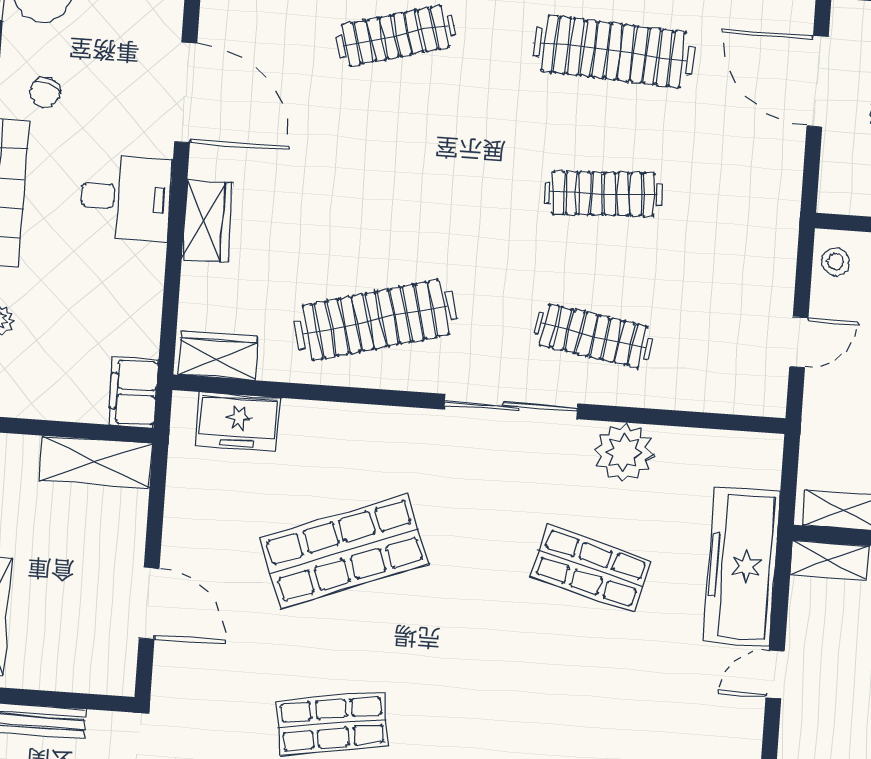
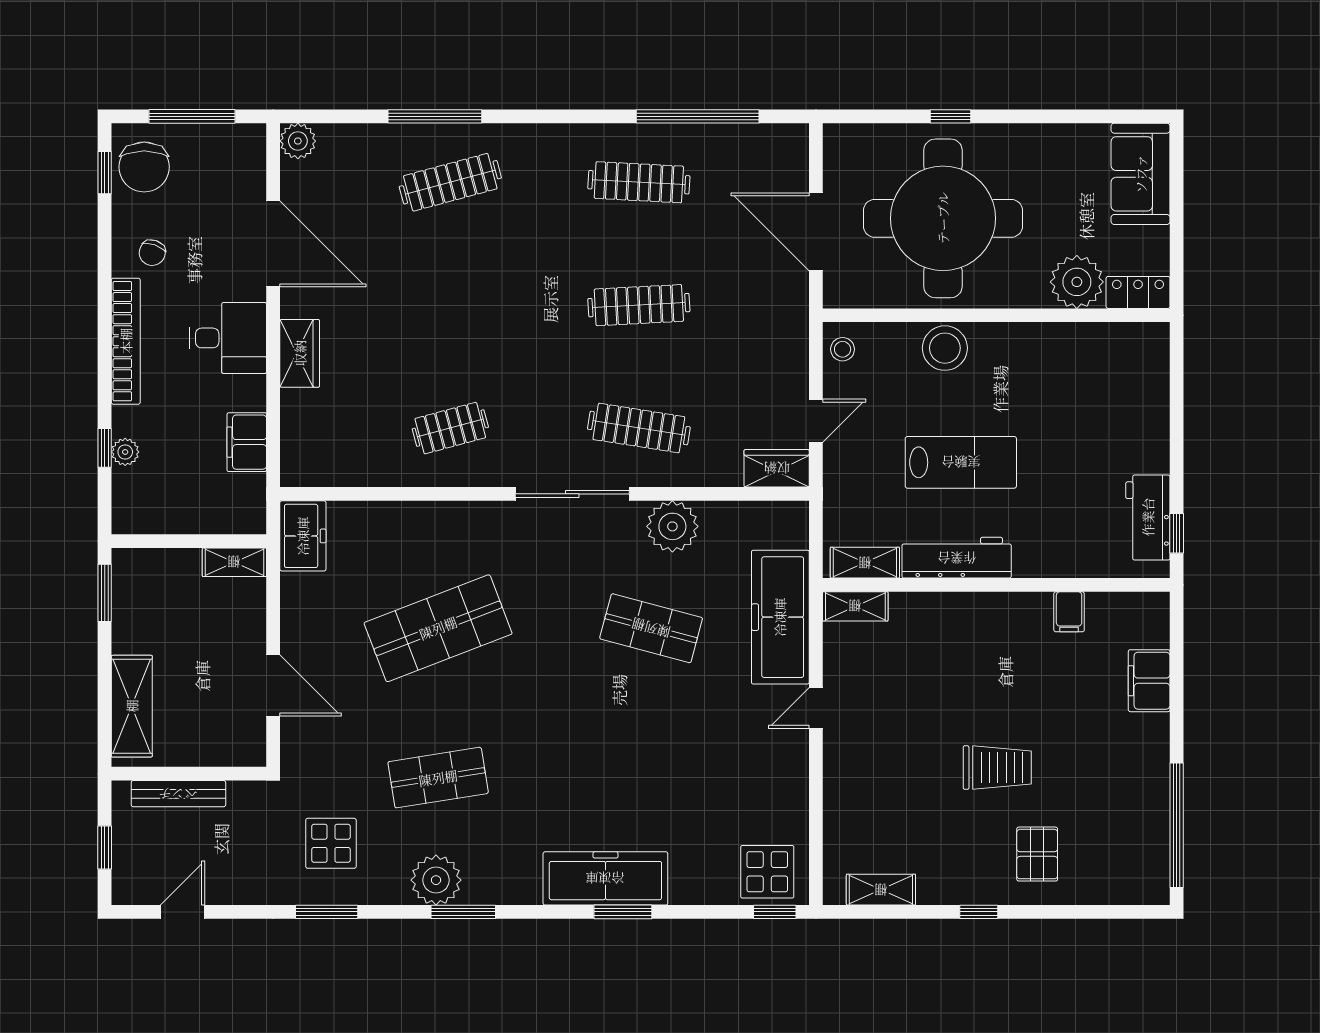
clothes rail: (614, 51) -> (639, 182), width x0.73, depth x0.76
door: (818, 81) -> (816, 232), moved
clothes rail: (375, 320) -> (450, 428), width x0.54, depth x0.76
wardrobe: (217, 356) -> (777, 468), moved
filing cabinet: (134, 392) -> (247, 442), moved
freezer: (238, 421) -> (303, 536), moved, turned -90
shelving: (96, 462) -> (234, 562), width x0.67, depth x0.75

